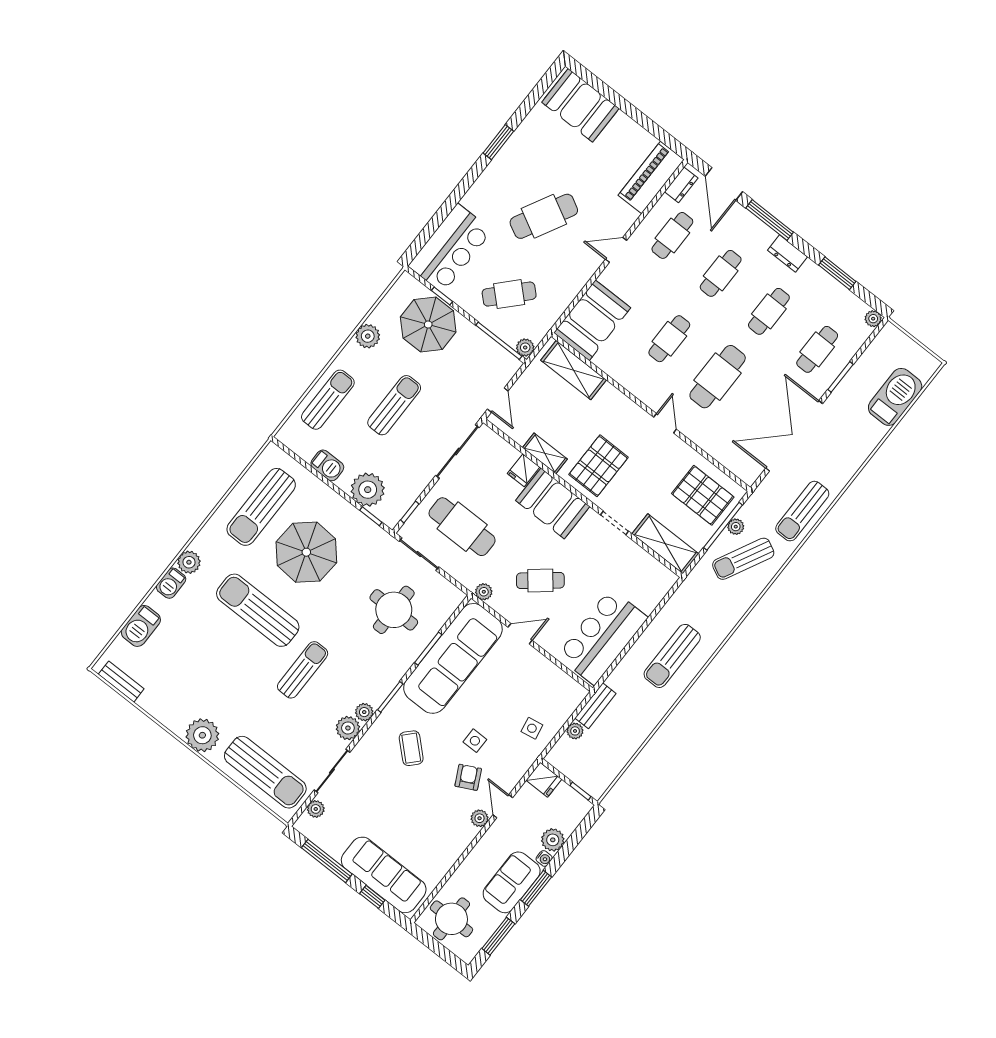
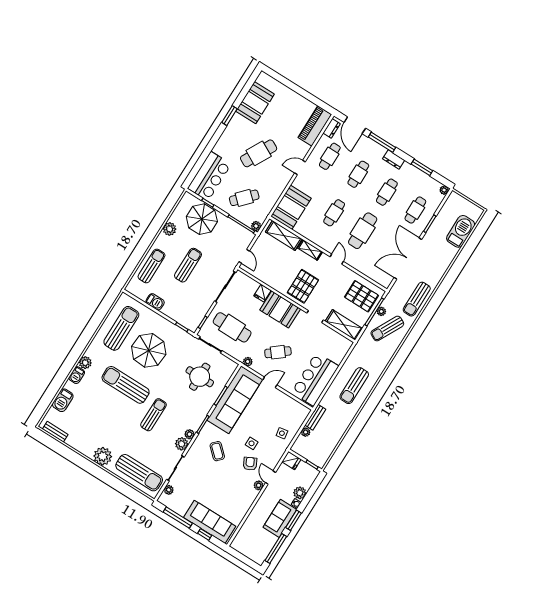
booth: (580, 105) -> (255, 103), moved, turned 90
shelving: (545, 453) -> (310, 250), moved
plant: (368, 490) -> (178, 313), removed
sun lounger: (261, 507) -> (121, 328), turned 180
round table: (451, 919) -> (249, 542), removed
window: (498, 936) -> (276, 549), width x1.44

